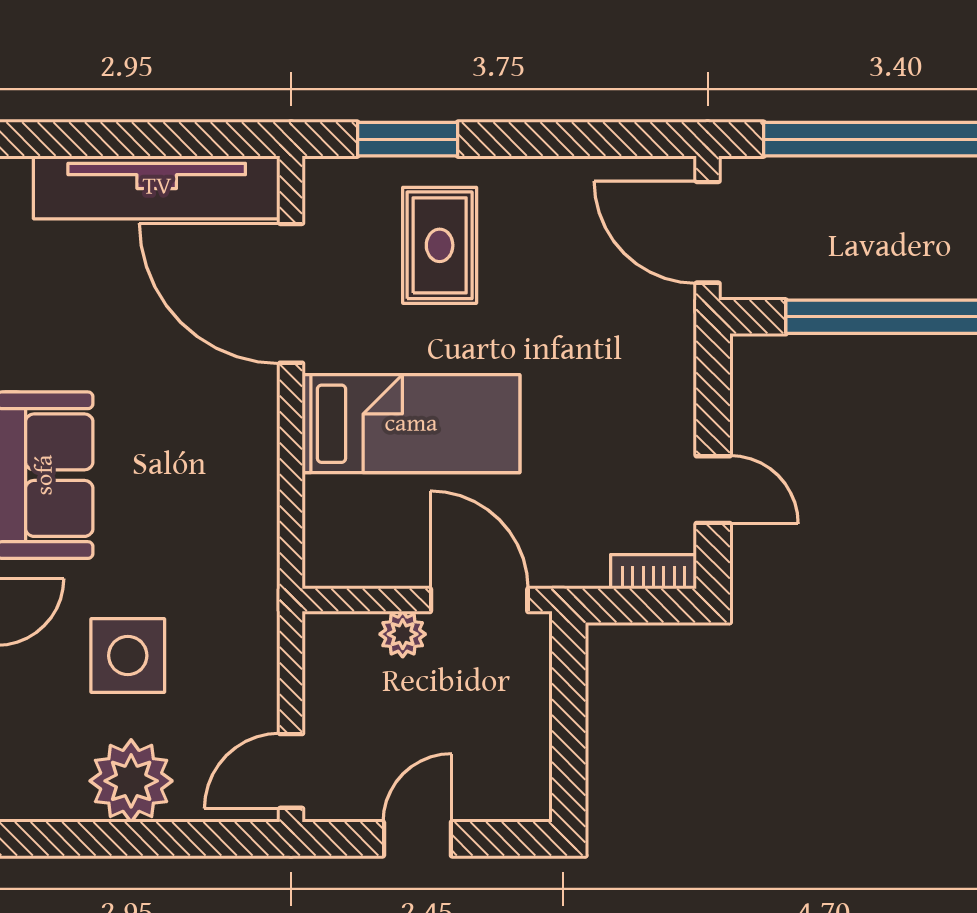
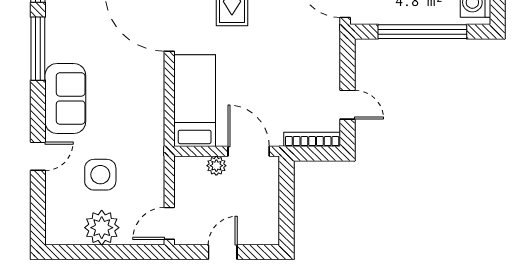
bed: (411, 424) -> (195, 101), moved, turned -90
bookcase: (654, 572) -> (312, 139), width x1.56

